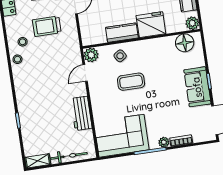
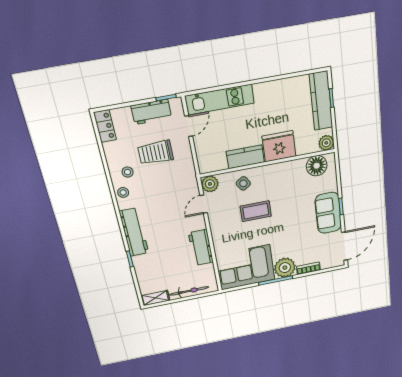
workbench: (24, 95) -> (134, 232), added
plant: (164, 142) -> (285, 268), width x1.88, depth x1.88

